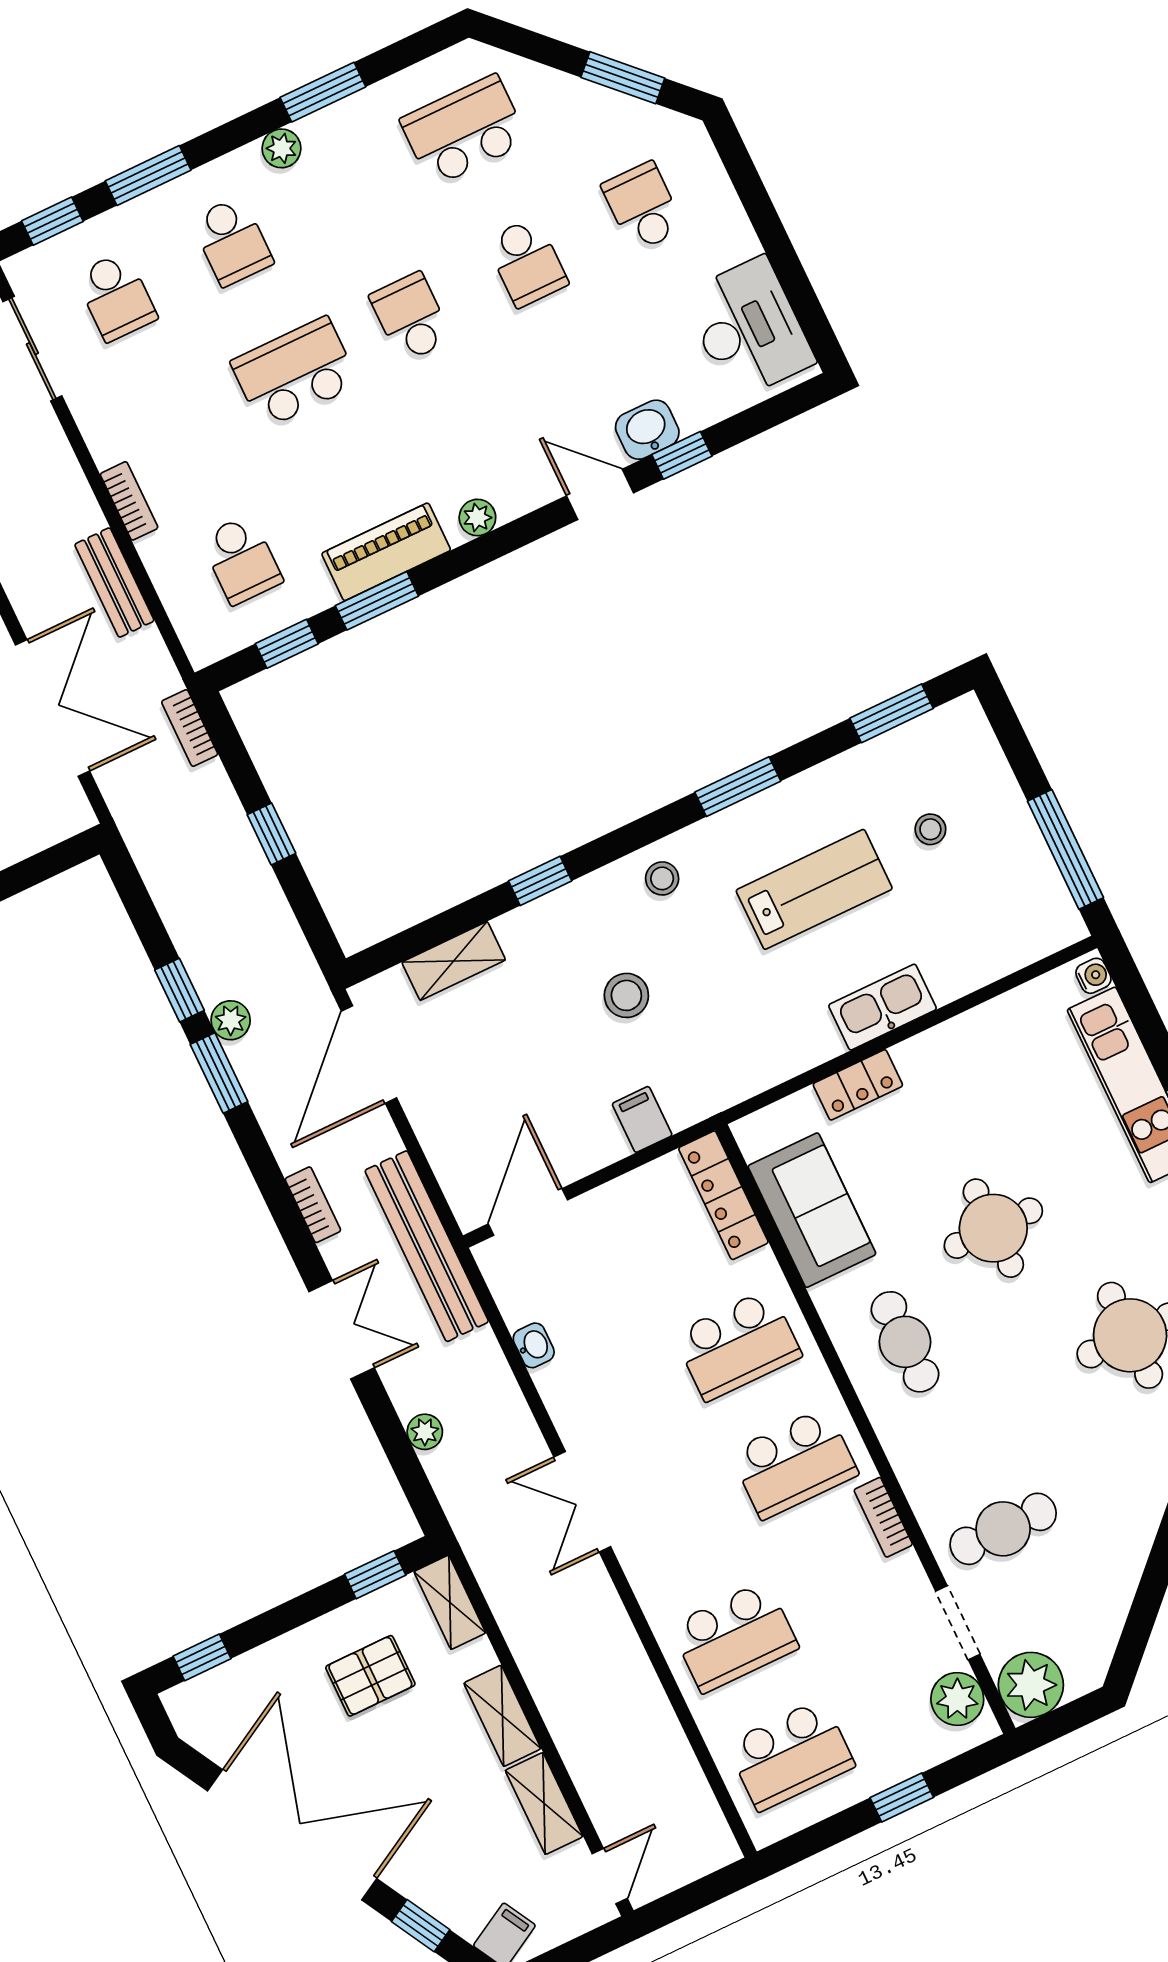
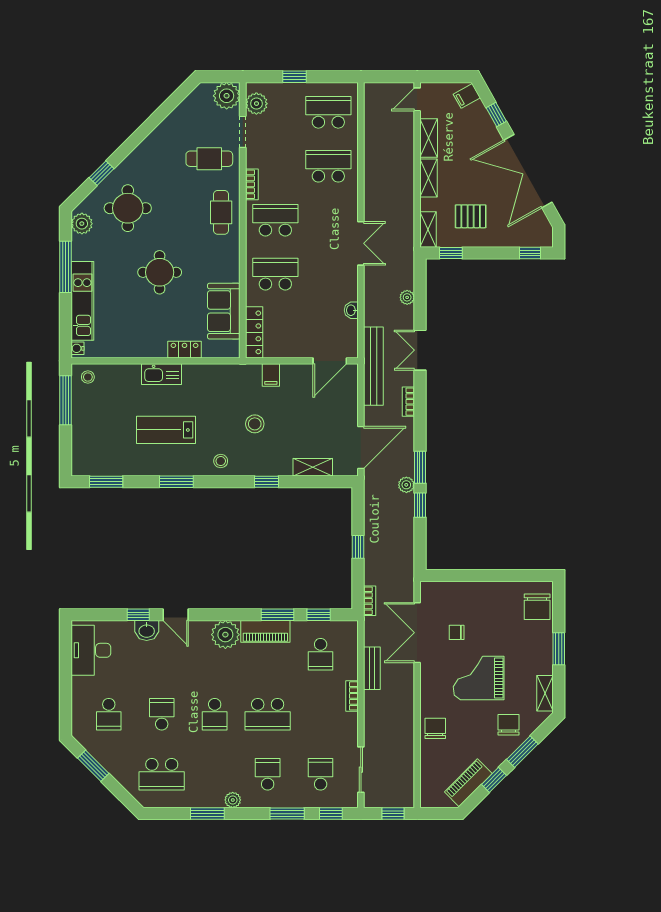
plant: (477, 518) -> (225, 635), width x1.87, depth x1.87
school desk: (241, 560) -> (321, 654), turned 180
stool: (930, 829) -> (88, 377), moved
cafe table: (905, 1342) -> (221, 212), moved

